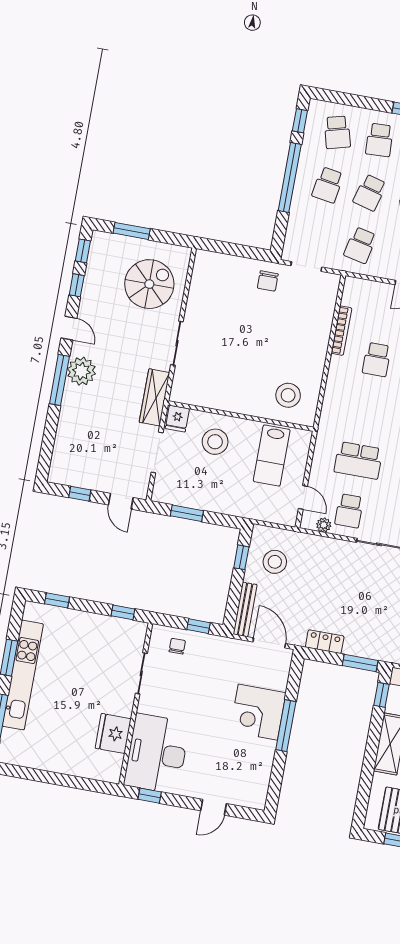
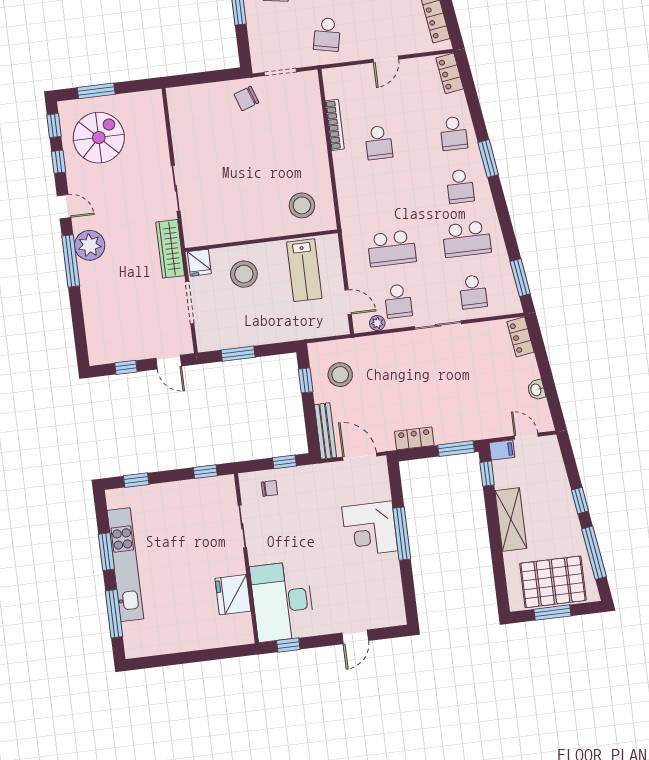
chair: (268, 281) -> (246, 98), turned 71
spiral stairs: (149, 284) -> (99, 138), moved
chair: (177, 646) -> (269, 488), turned 90

